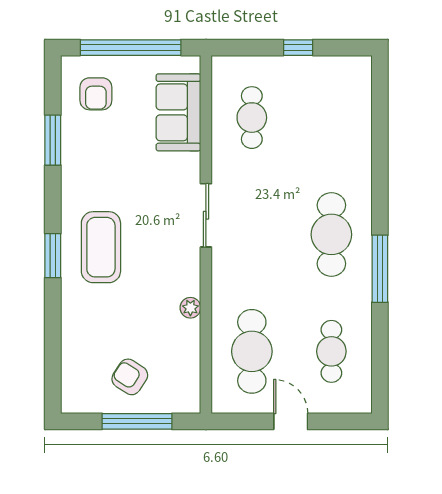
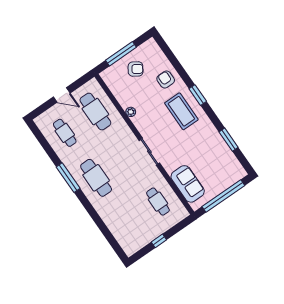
armchair: (96, 94) -> (166, 79), moved

